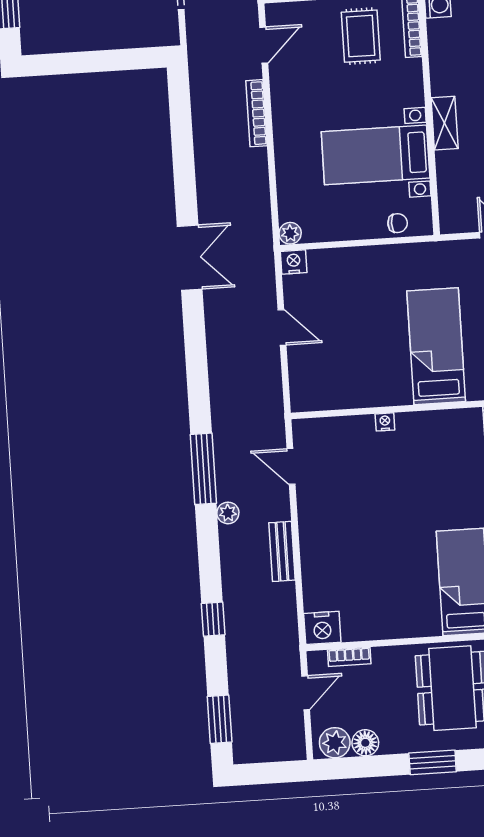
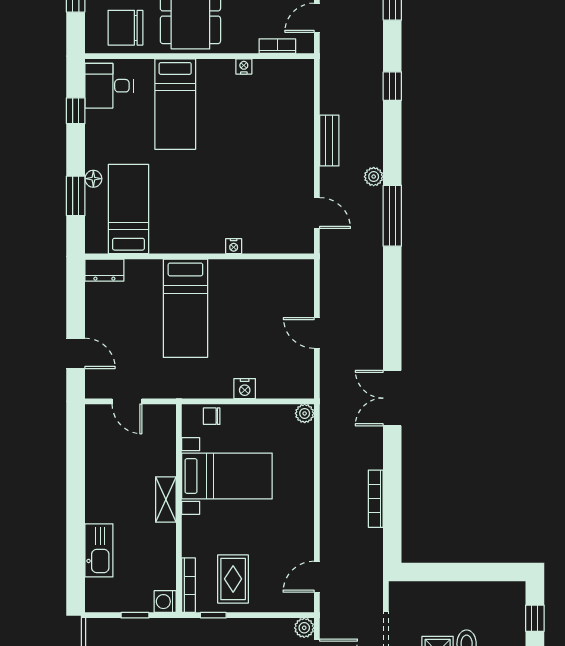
bookcase: (256, 113) -> (376, 499), moved, turned 180
nightstand: (294, 262) -> (245, 389), moved
nightstand: (322, 628) -> (244, 67), moved, width x0.53, depth x0.56

